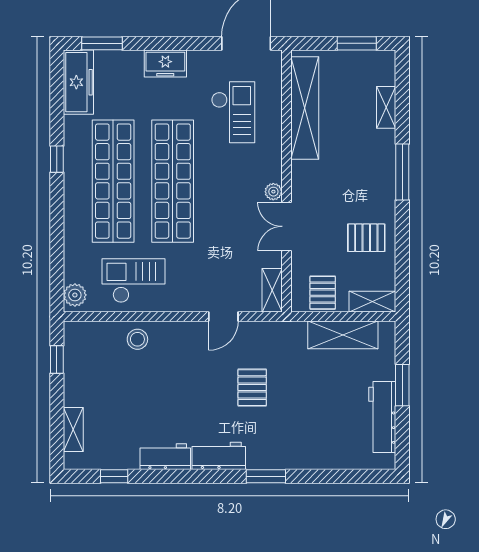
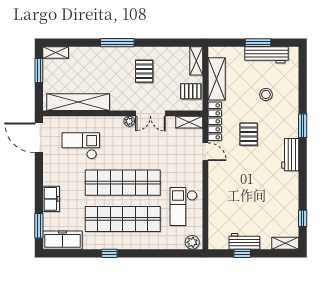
freezer: (165, 63) -> (51, 199), moved
shelving: (386, 107) -> (56, 53), moved
pallet: (366, 238) -> (144, 71), moved
locker: (273, 332) -> (215, 121), added
stool: (137, 339) -> (266, 94), moved
window: (57, 360) -> (242, 253), moved
window: (402, 385) -> (258, 43), moved
pallet: (252, 388) -> (249, 134), turned 90
shelving: (73, 430) -> (285, 243), moved
workbench: (165, 457) -> (244, 241), moved, turned 90

